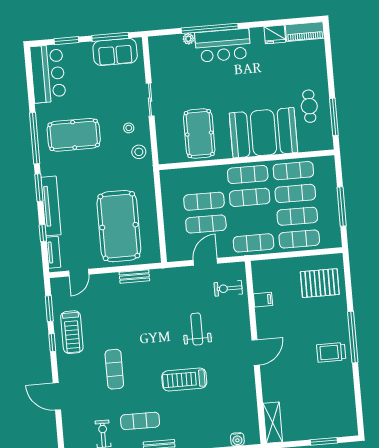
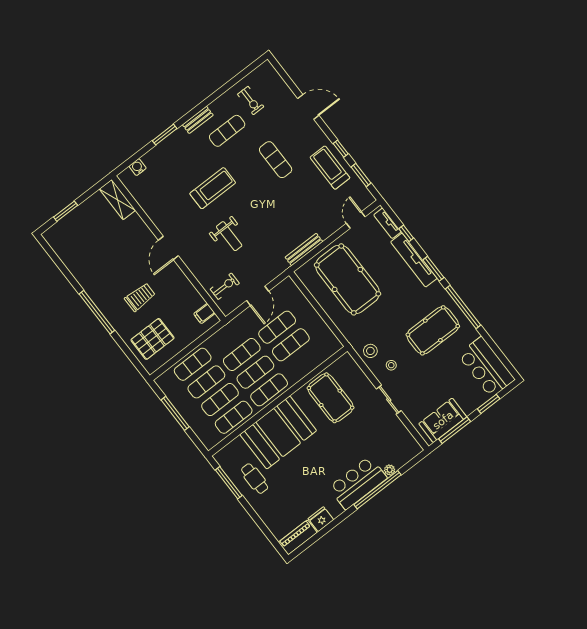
exercise mat: (254, 243) -> (242, 355), moved
bench: (134, 276) -> (304, 250), width x1.36
filing cabinet: (263, 300) -> (204, 314), moved
trolley: (331, 352) -> (140, 297), moved

